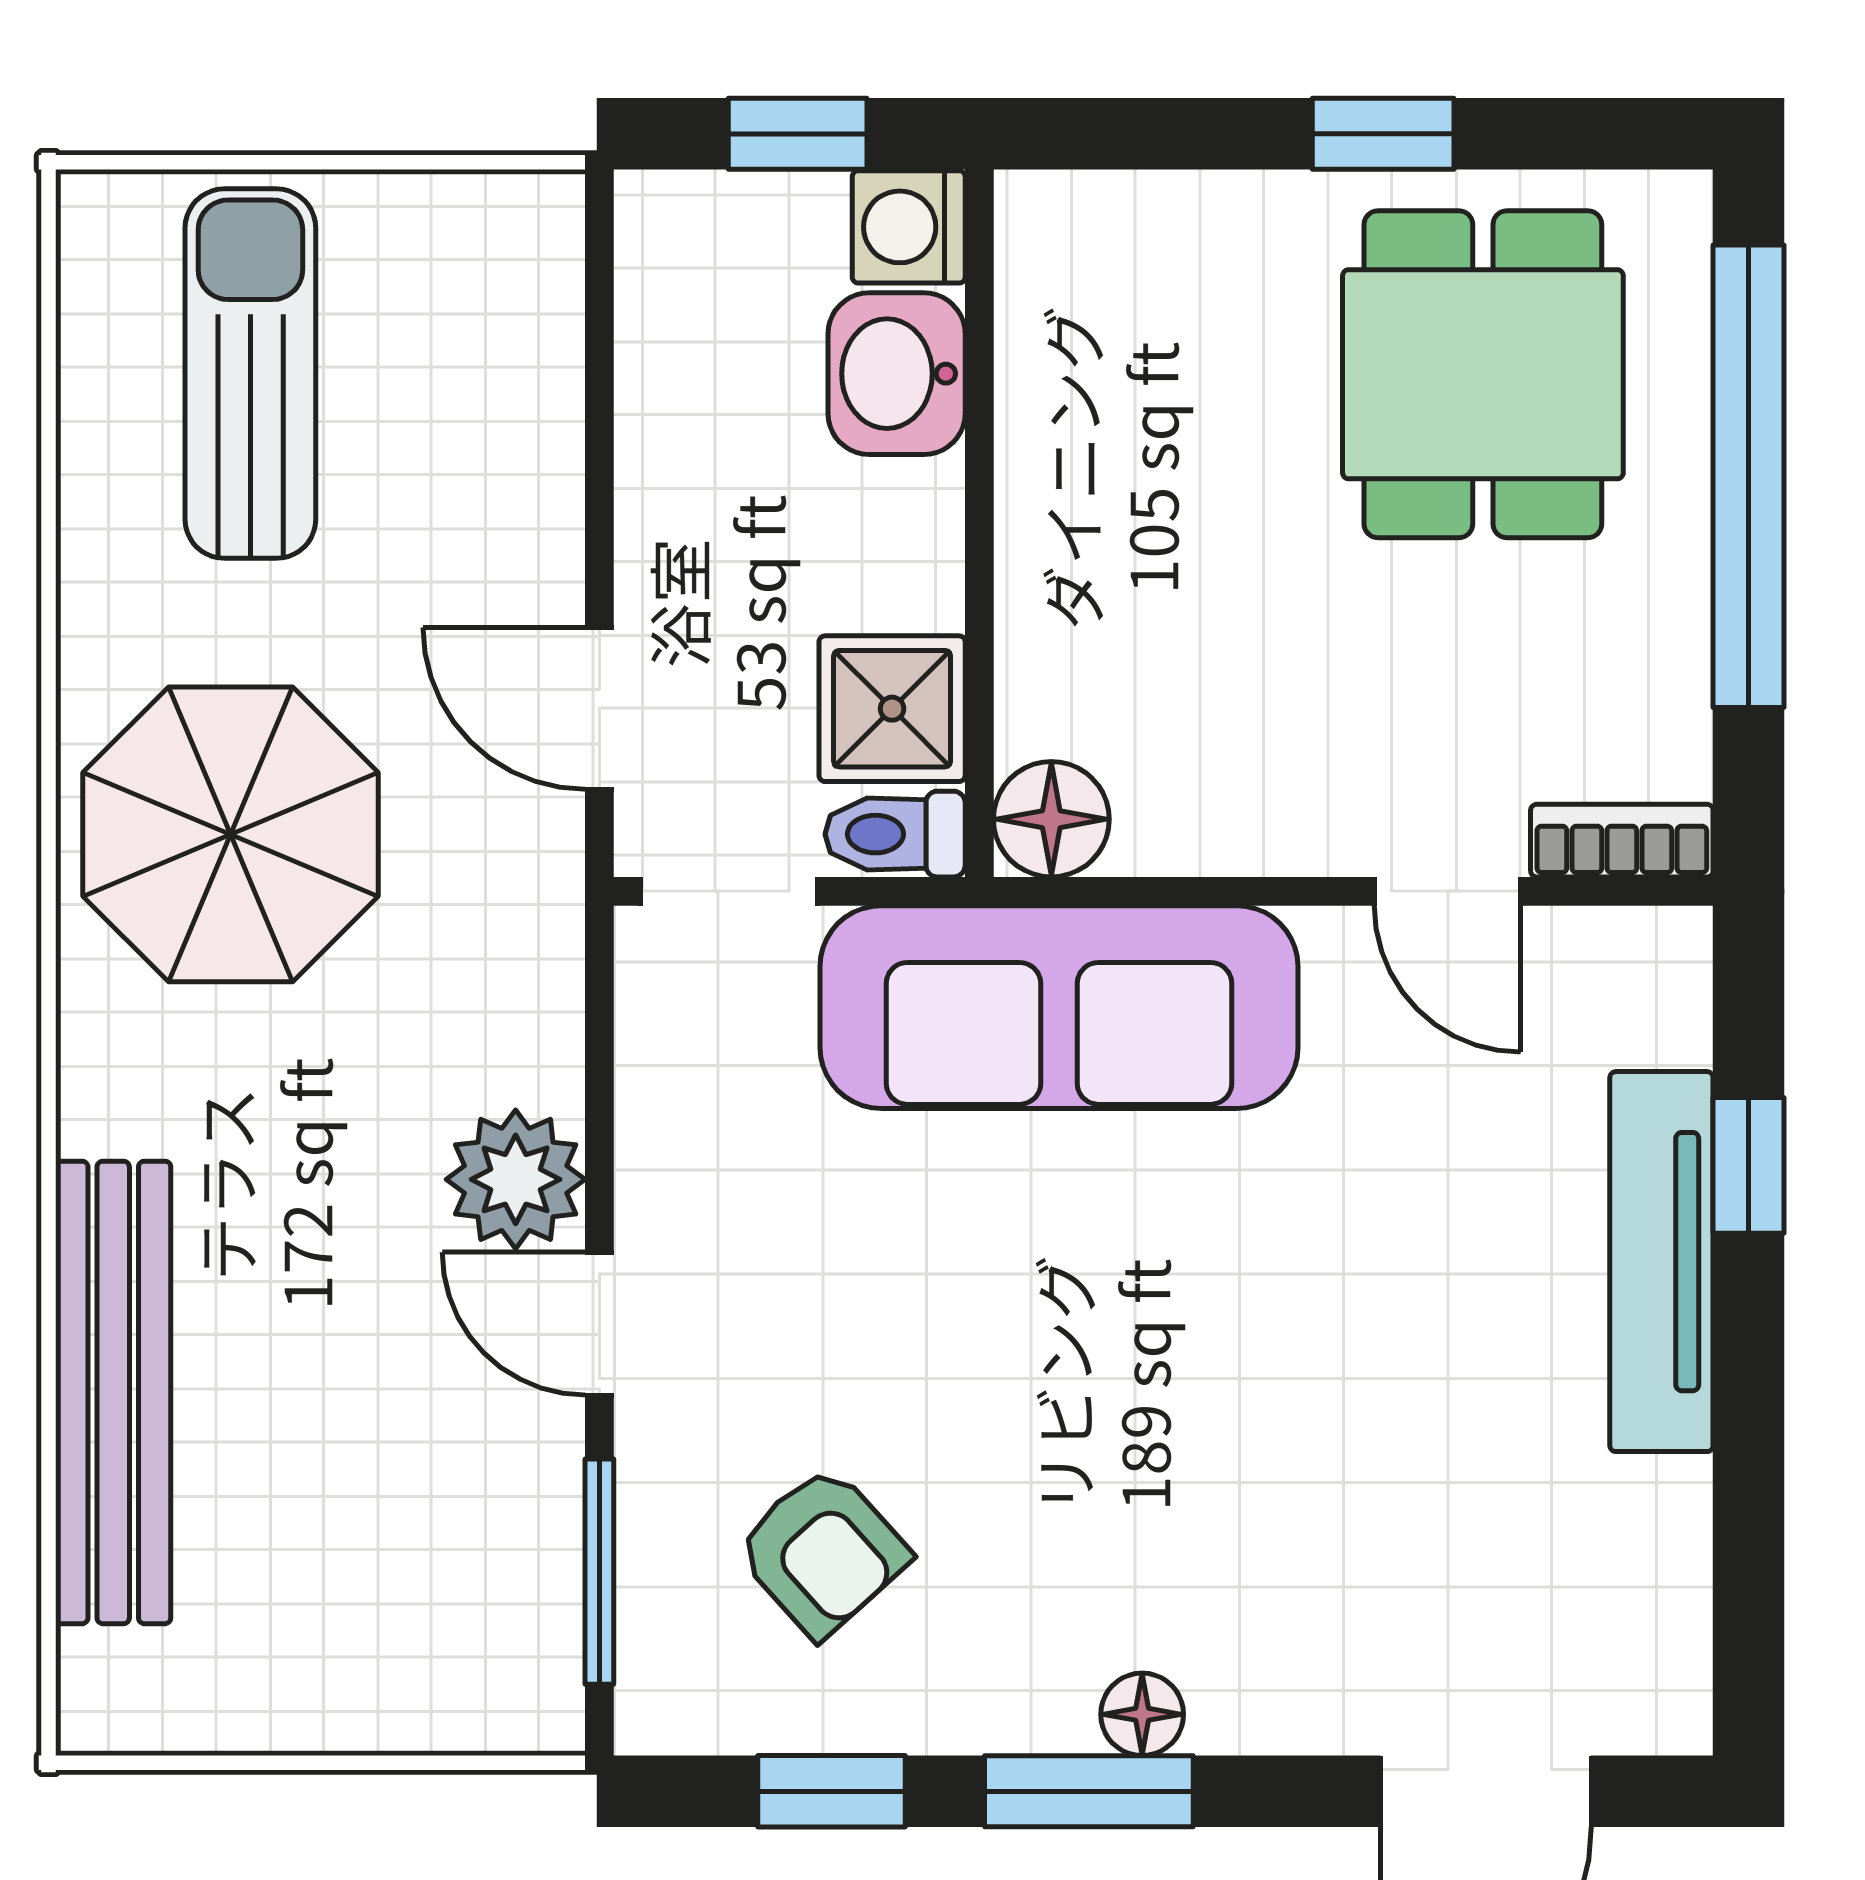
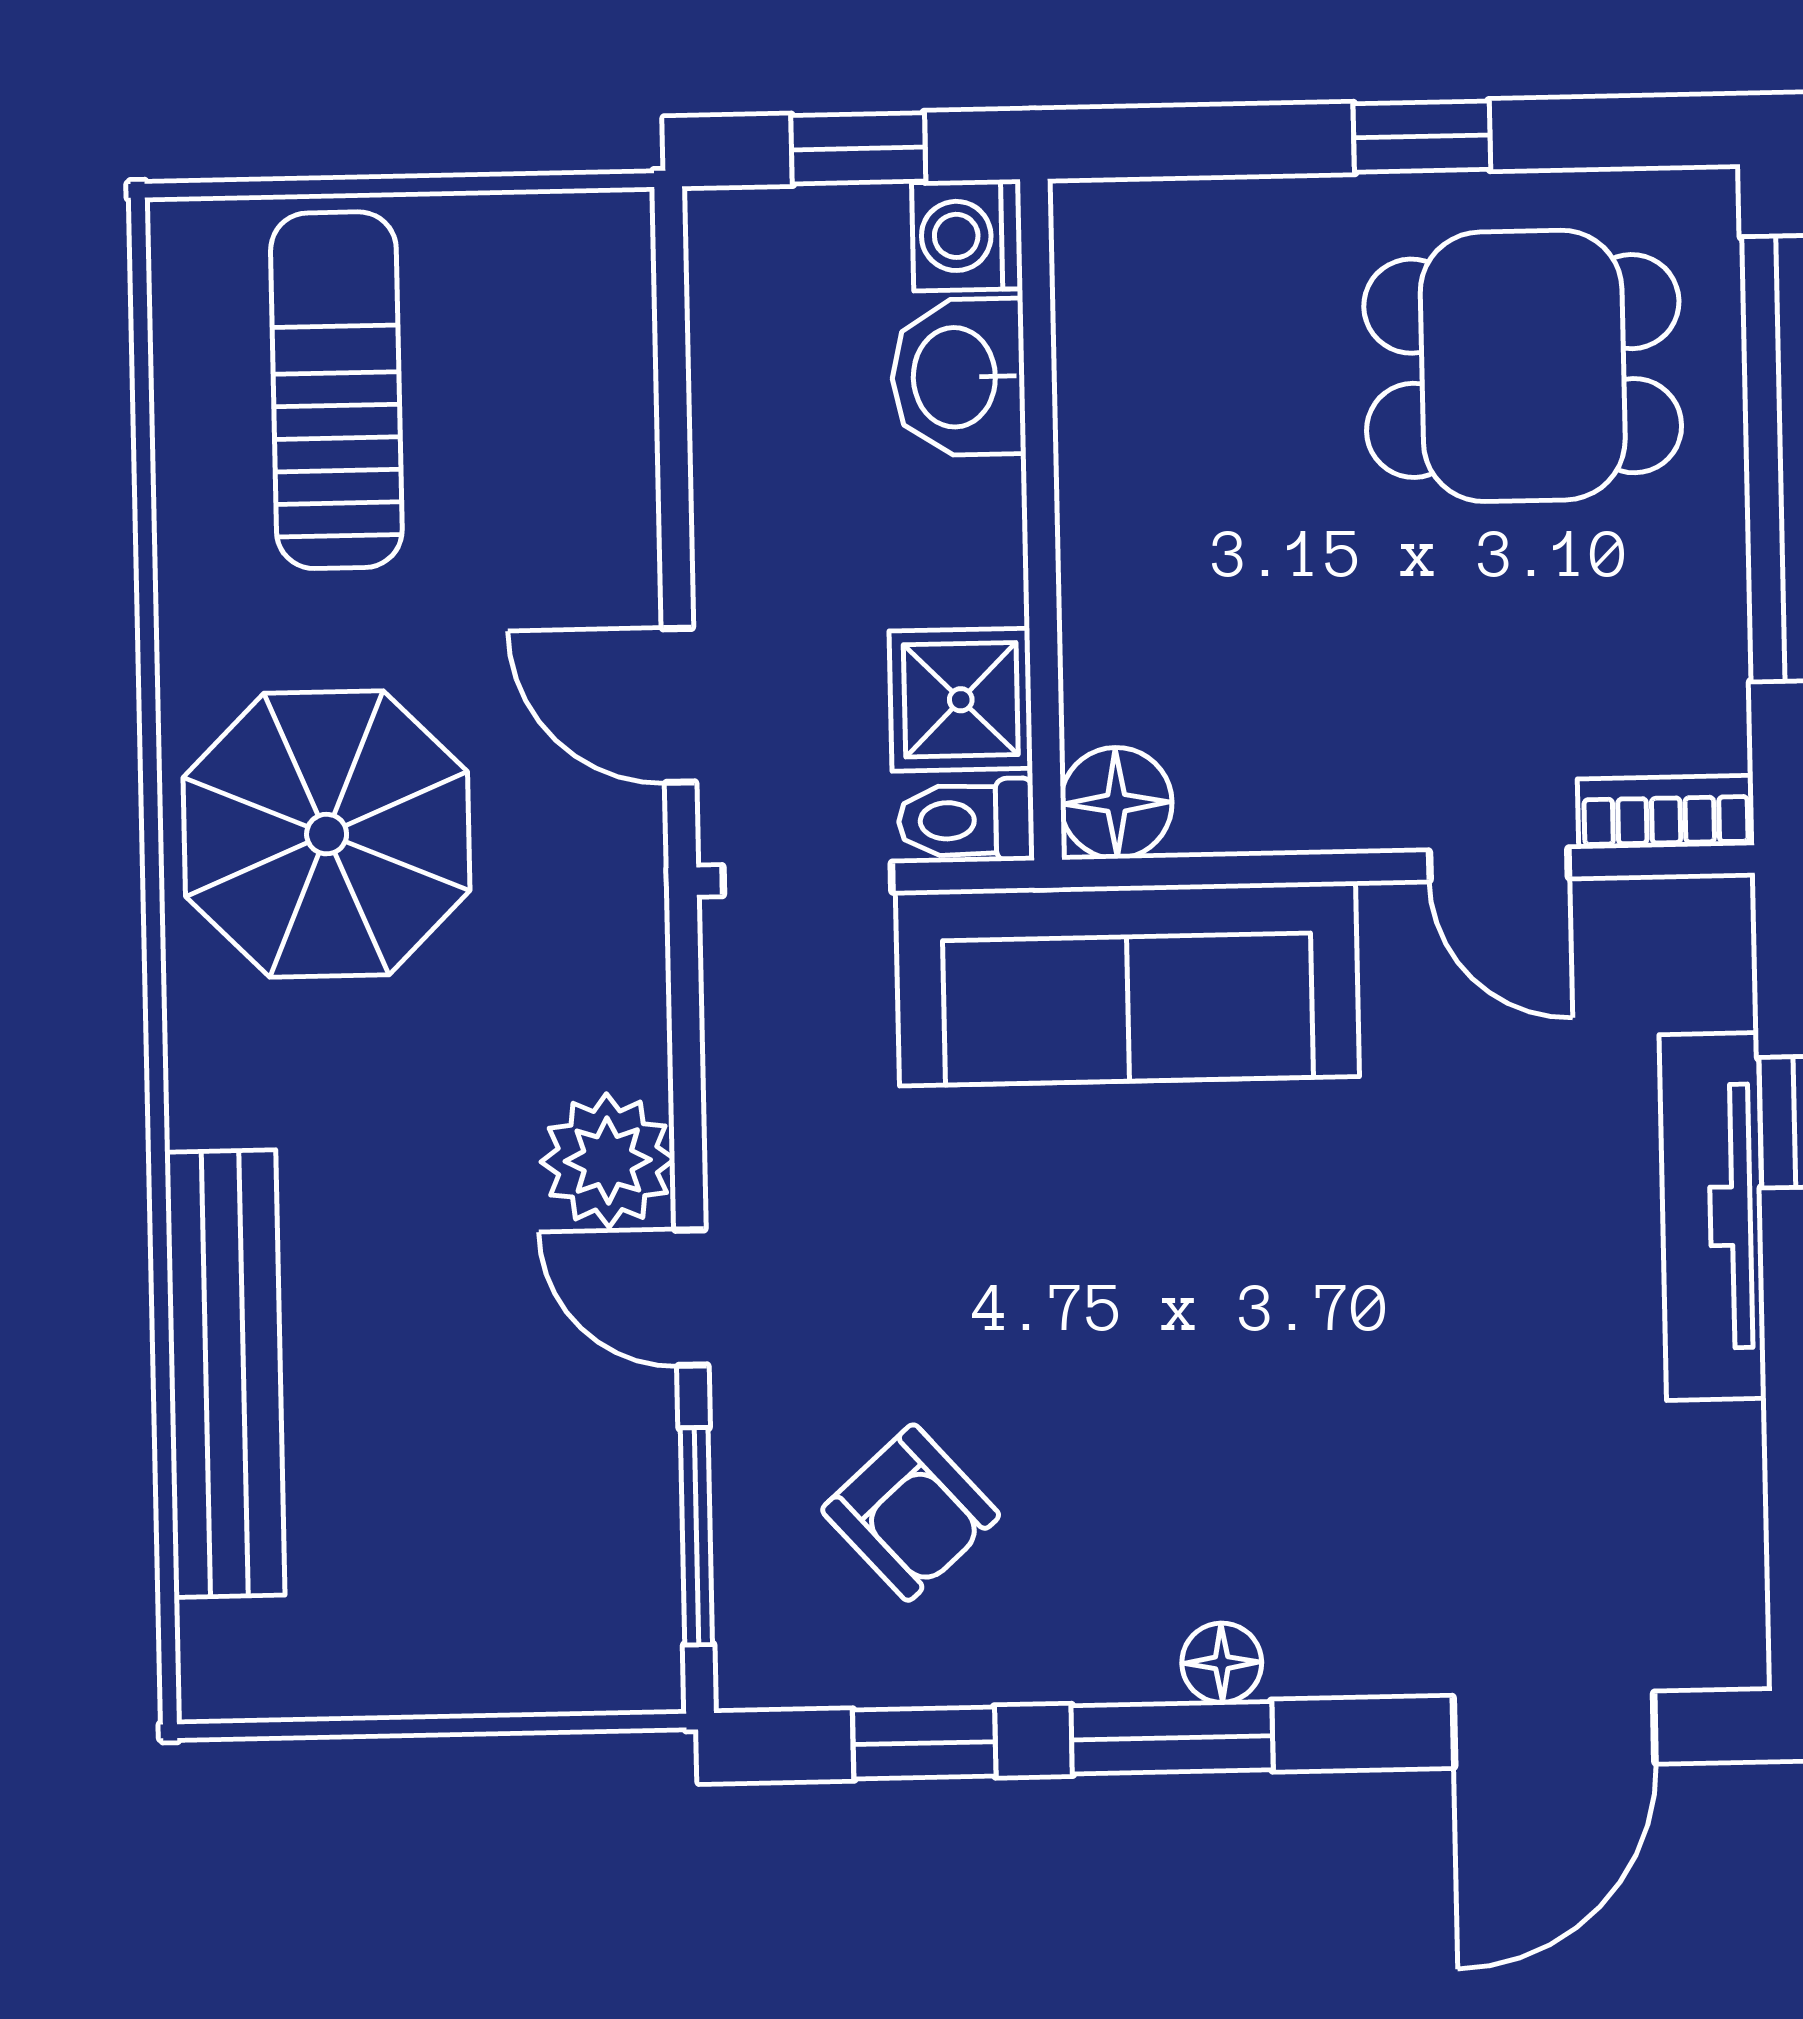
dining table: (1483, 374) -> (1523, 366), turned 90

